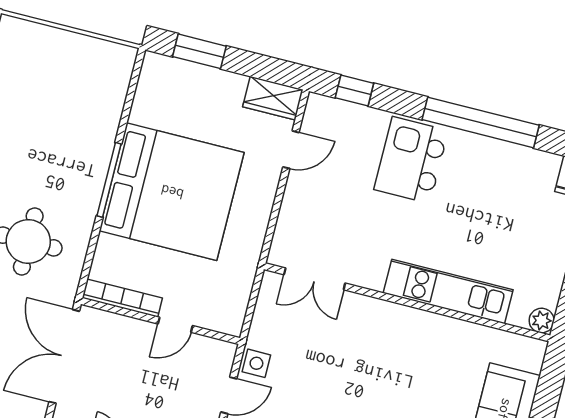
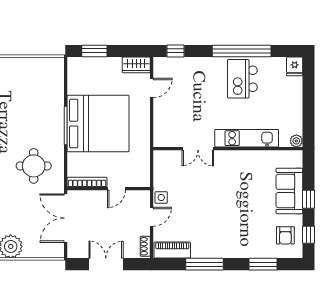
kitchen island: (411, 160) -> (242, 79), moved
double door: (315, 279) -> (198, 149), moved

